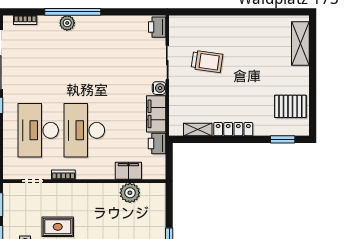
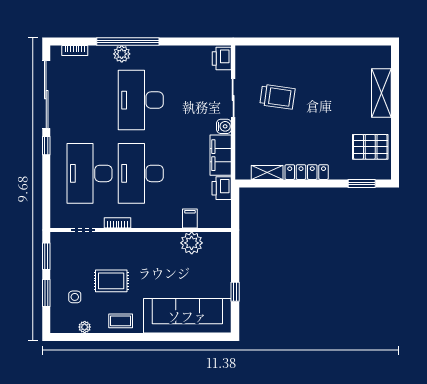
shelving: (300, 43) -> (381, 93), moved
desk: (84, 64) -> (141, 100), added
filing cabinet: (128, 171) -> (190, 218), width x0.50

